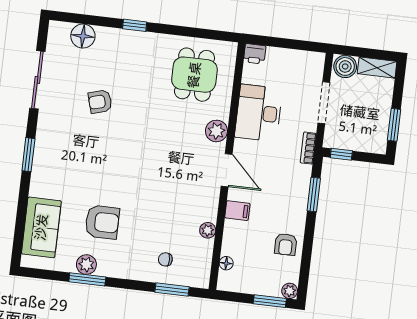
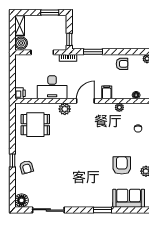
floor lamp: (83, 36) -> (22, 200), moved
armchair: (100, 102) -> (26, 167), moved
window: (28, 155) -> (103, 210), moved

